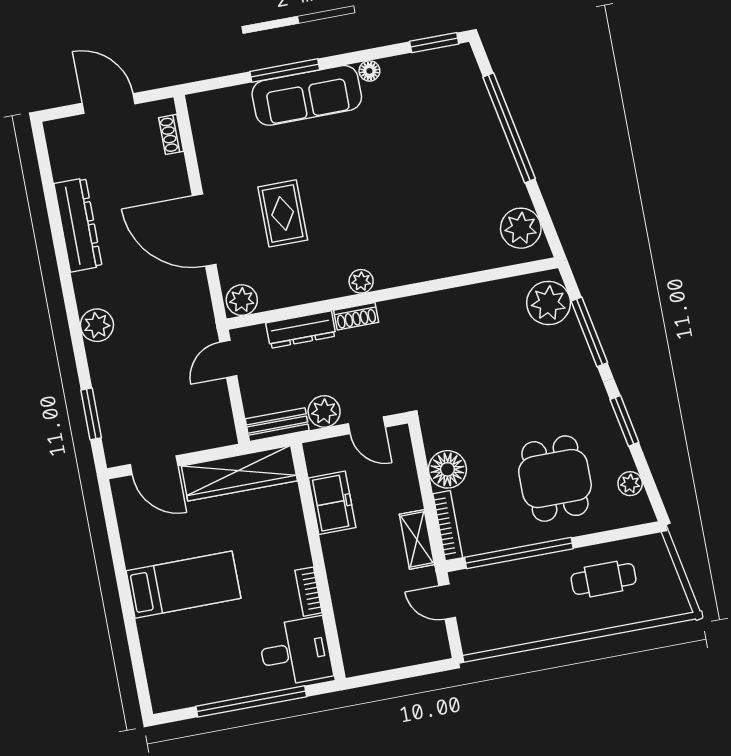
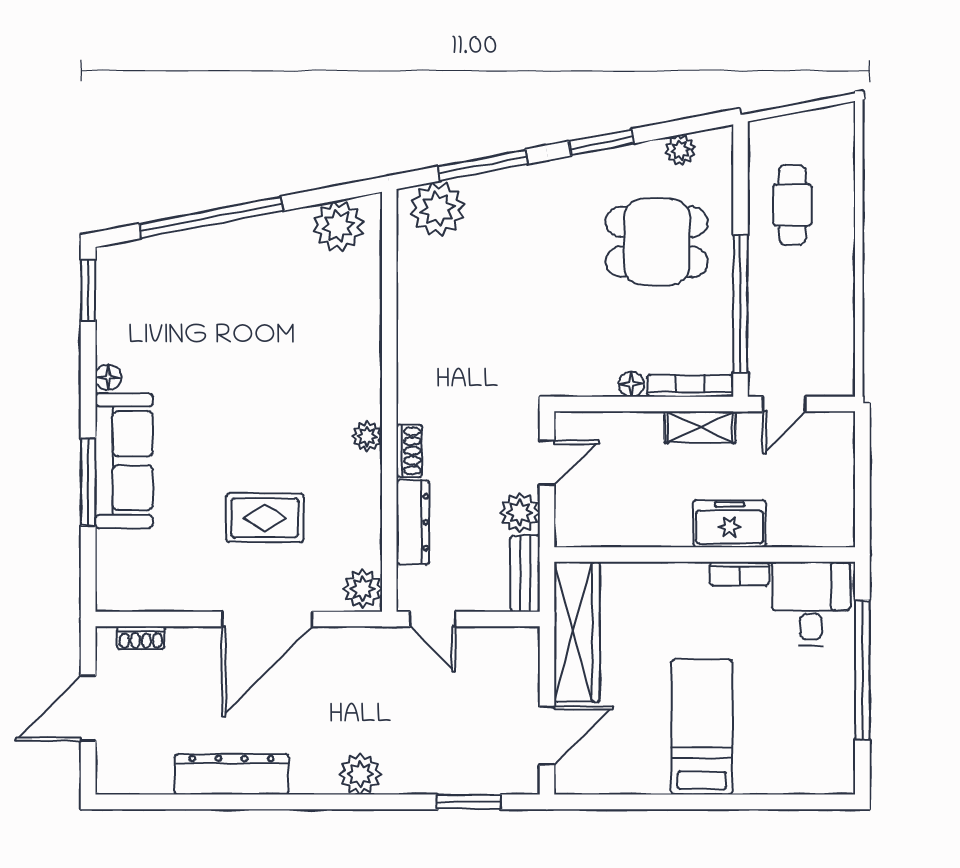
floor lamp: (447, 469) -> (631, 384), width x0.53, depth x0.53
freezer: (332, 503) -> (730, 524), moved

